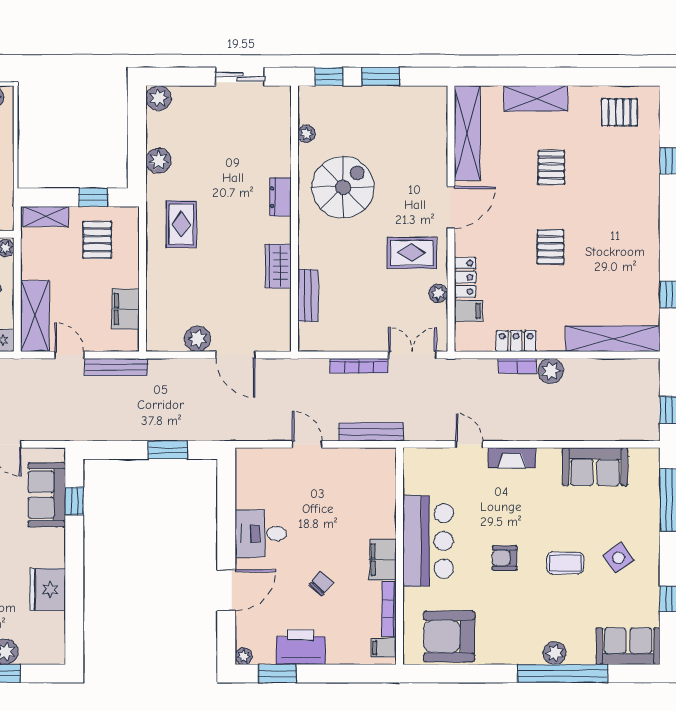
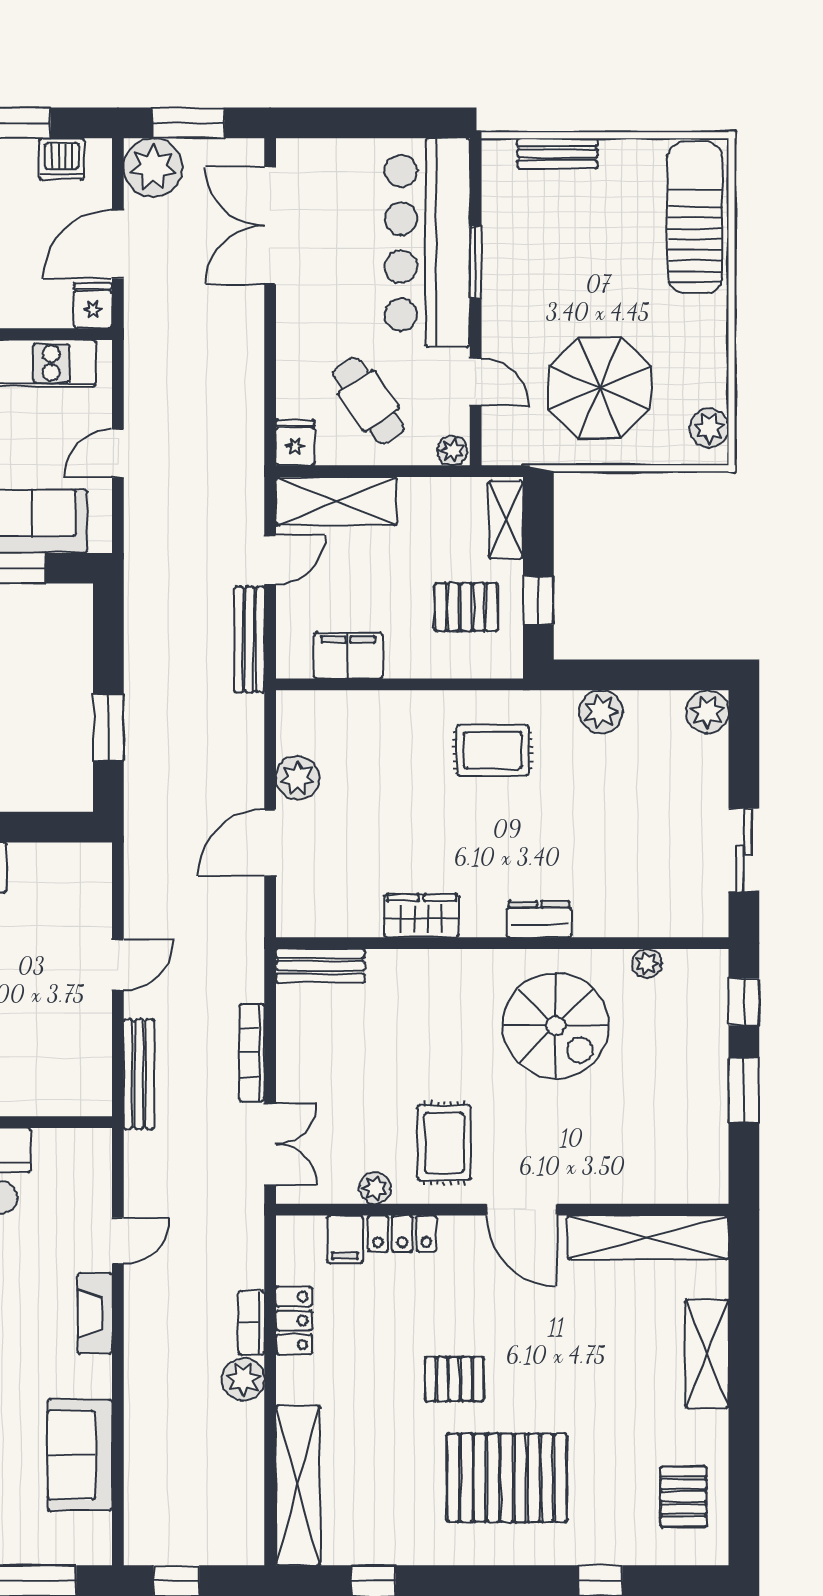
pallet: (551, 168) -> (507, 1478), moved, width x2.05, depth x2.00
bench: (308, 295) -> (320, 966), moved

